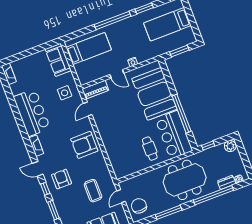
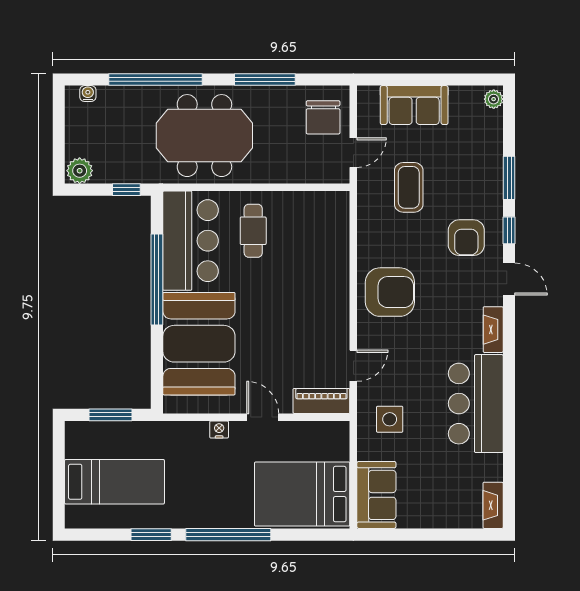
bed: (89, 49) -> (302, 494), width x1.50
dresser: (227, 182) -> (117, 96), removed

